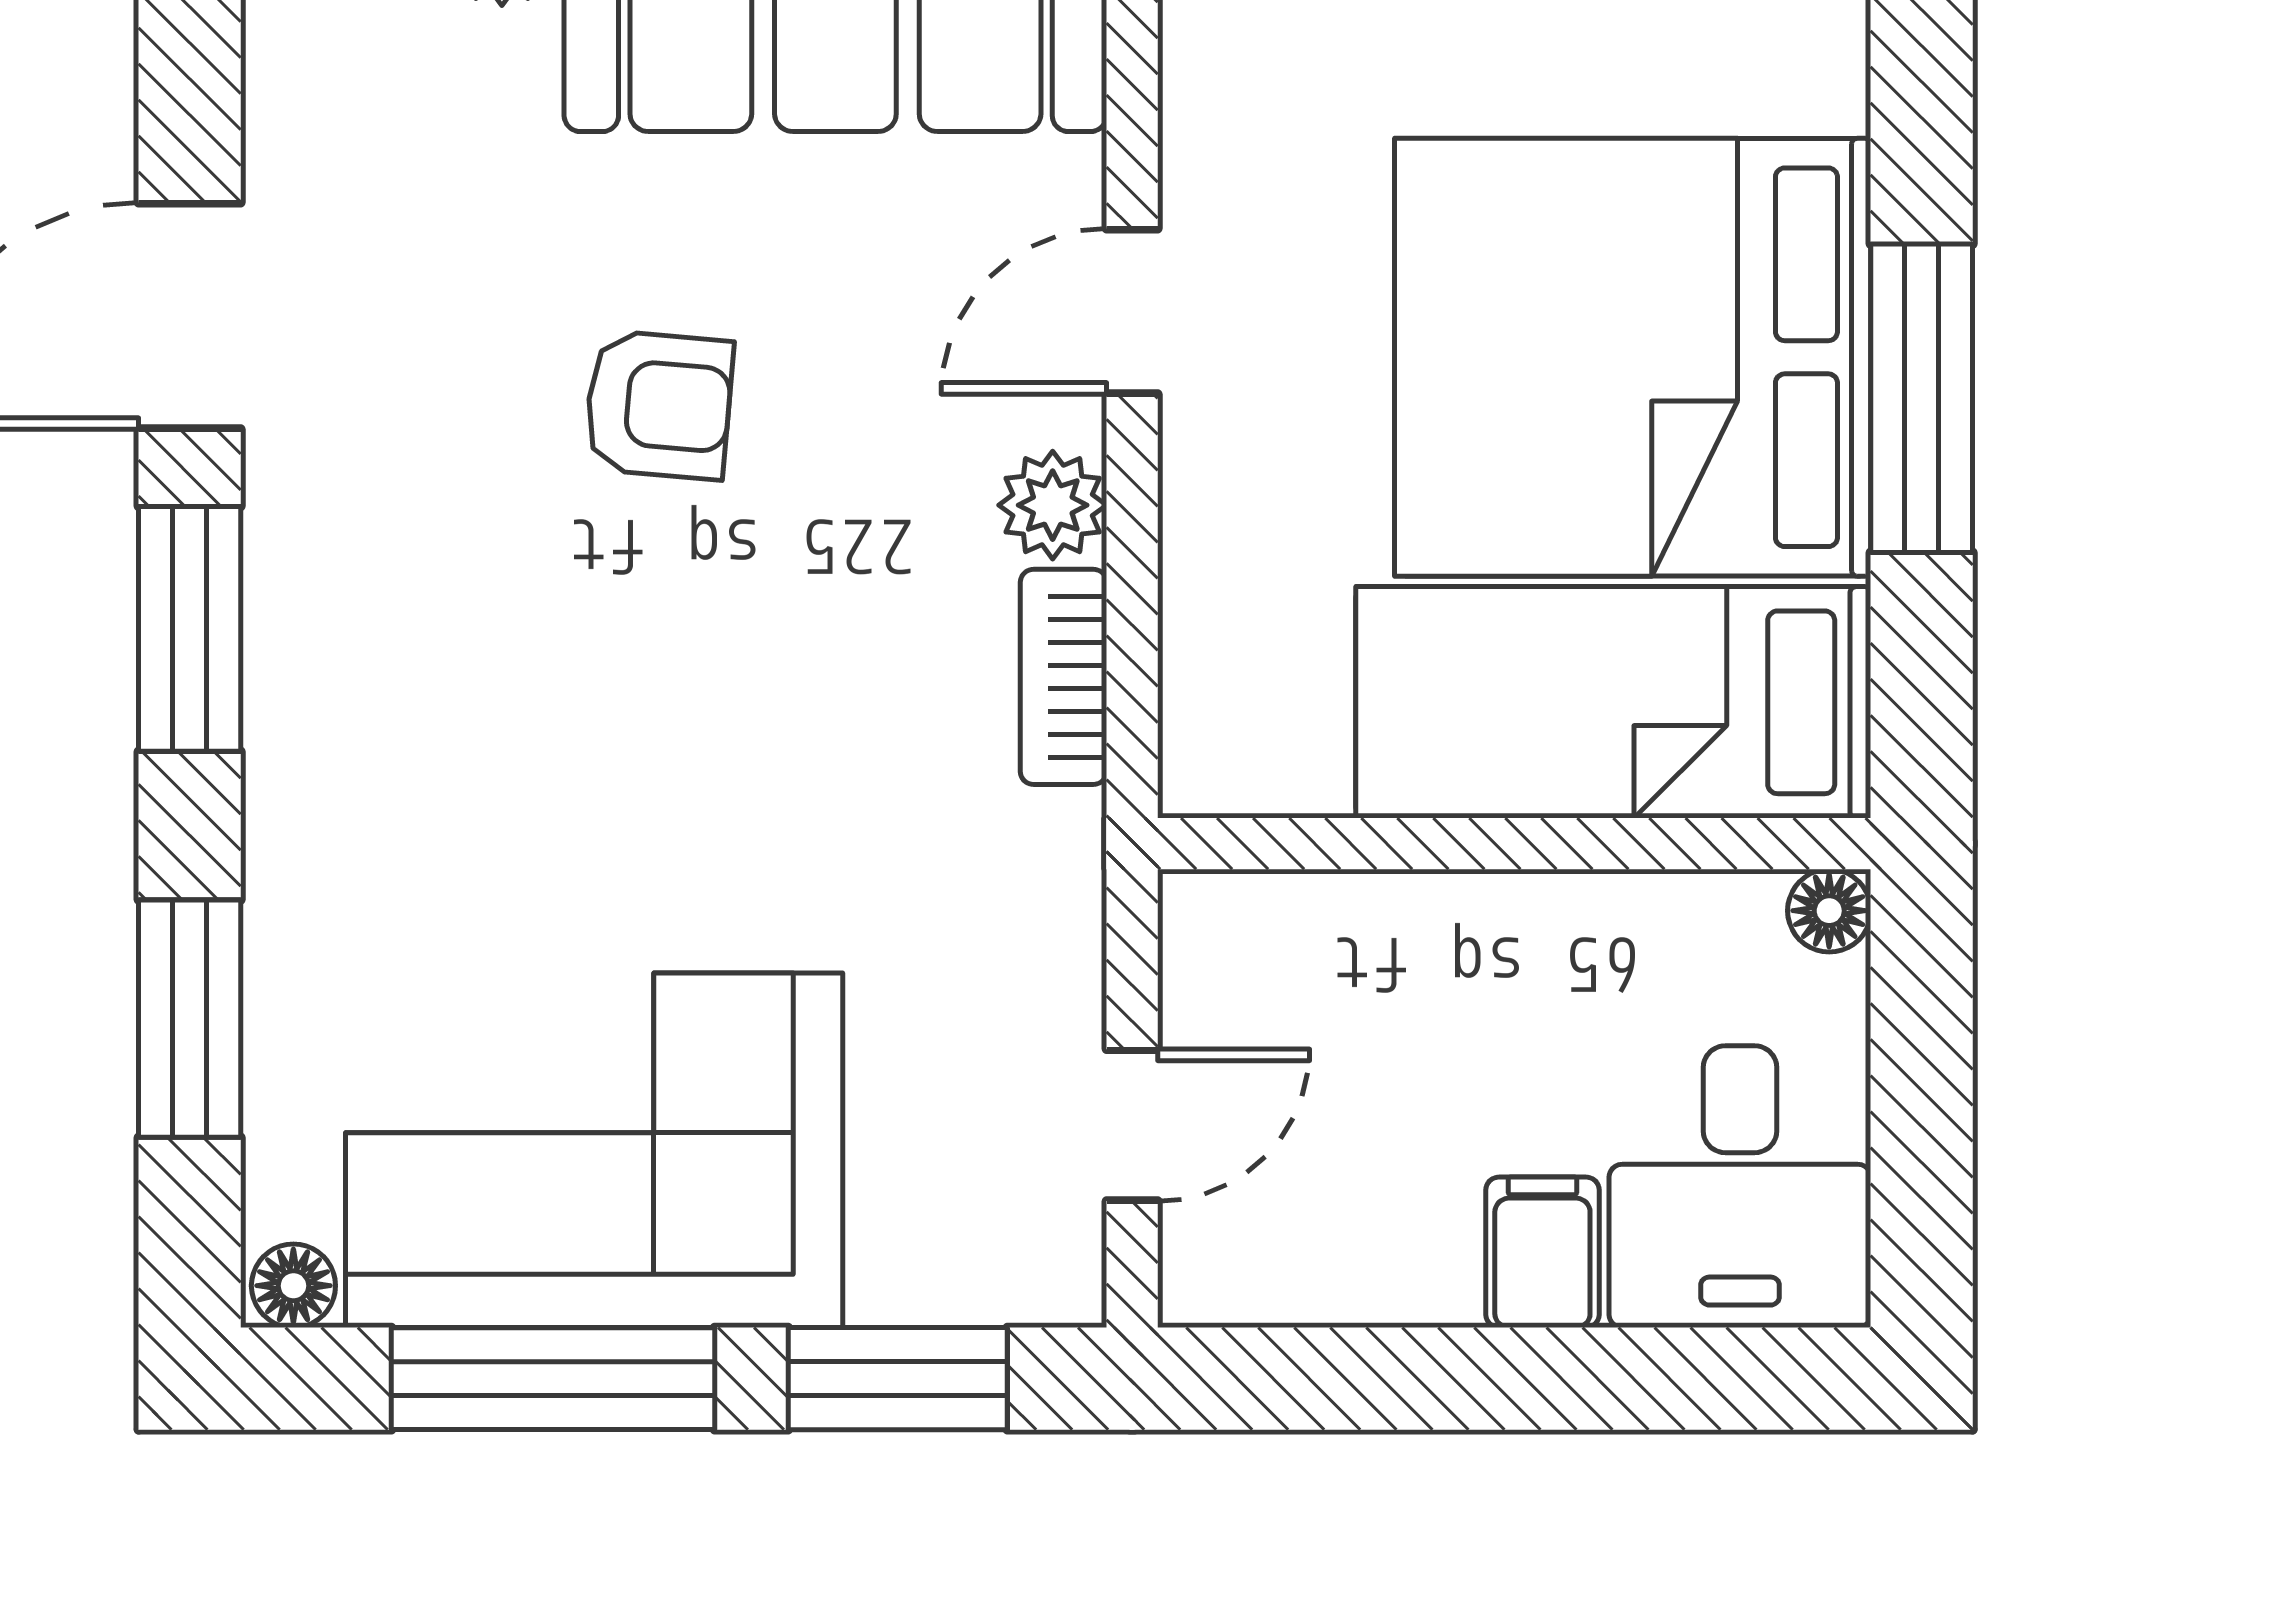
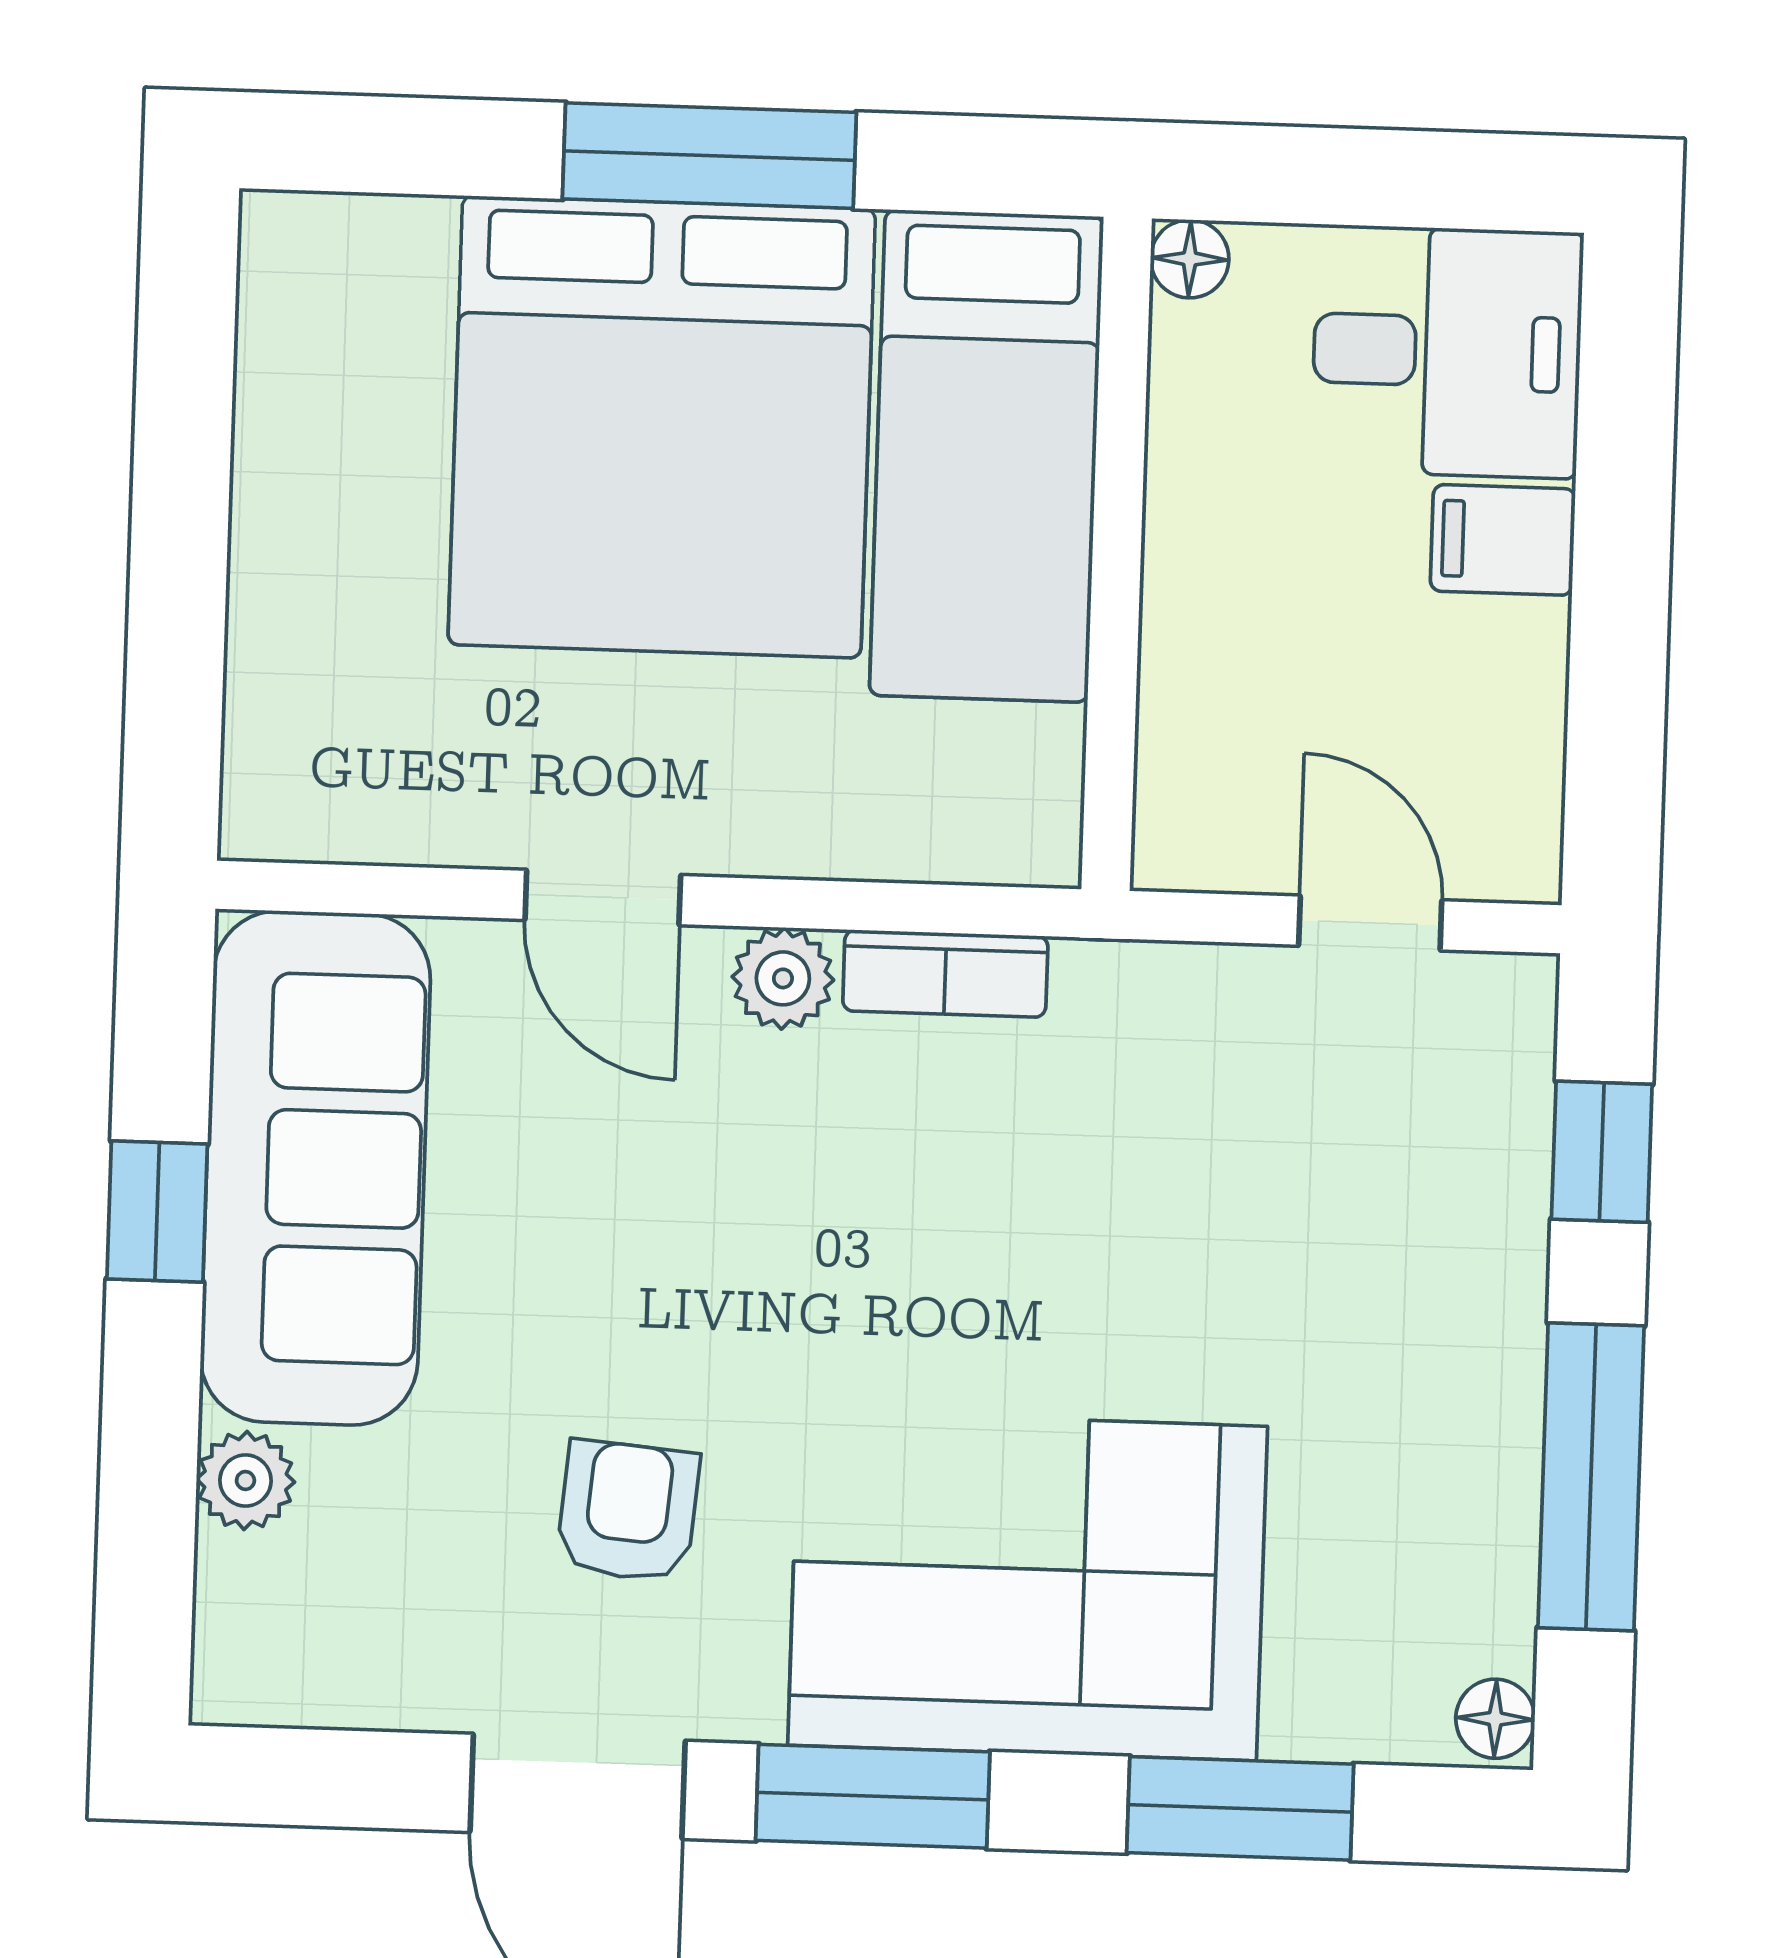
armchair: (659, 405) -> (628, 1511), moved
corner sofa: (594, 1150) -> (1028, 1586), moved, turned 90
window: (898, 1379) -> (1602, 1152), width x0.67

